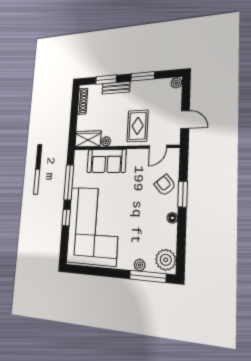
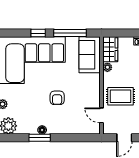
sofa: (106, 161) -> (90, 55), moved
armchair: (165, 185) -> (57, 98), moved, turned 130
window: (183, 194) -> (40, 138), moved

